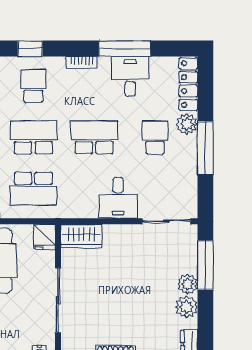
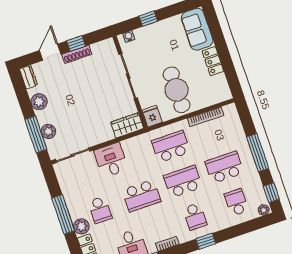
school desk: (33, 137) -> (183, 181), turned 180
plant: (187, 284) -> (48, 131), moved

